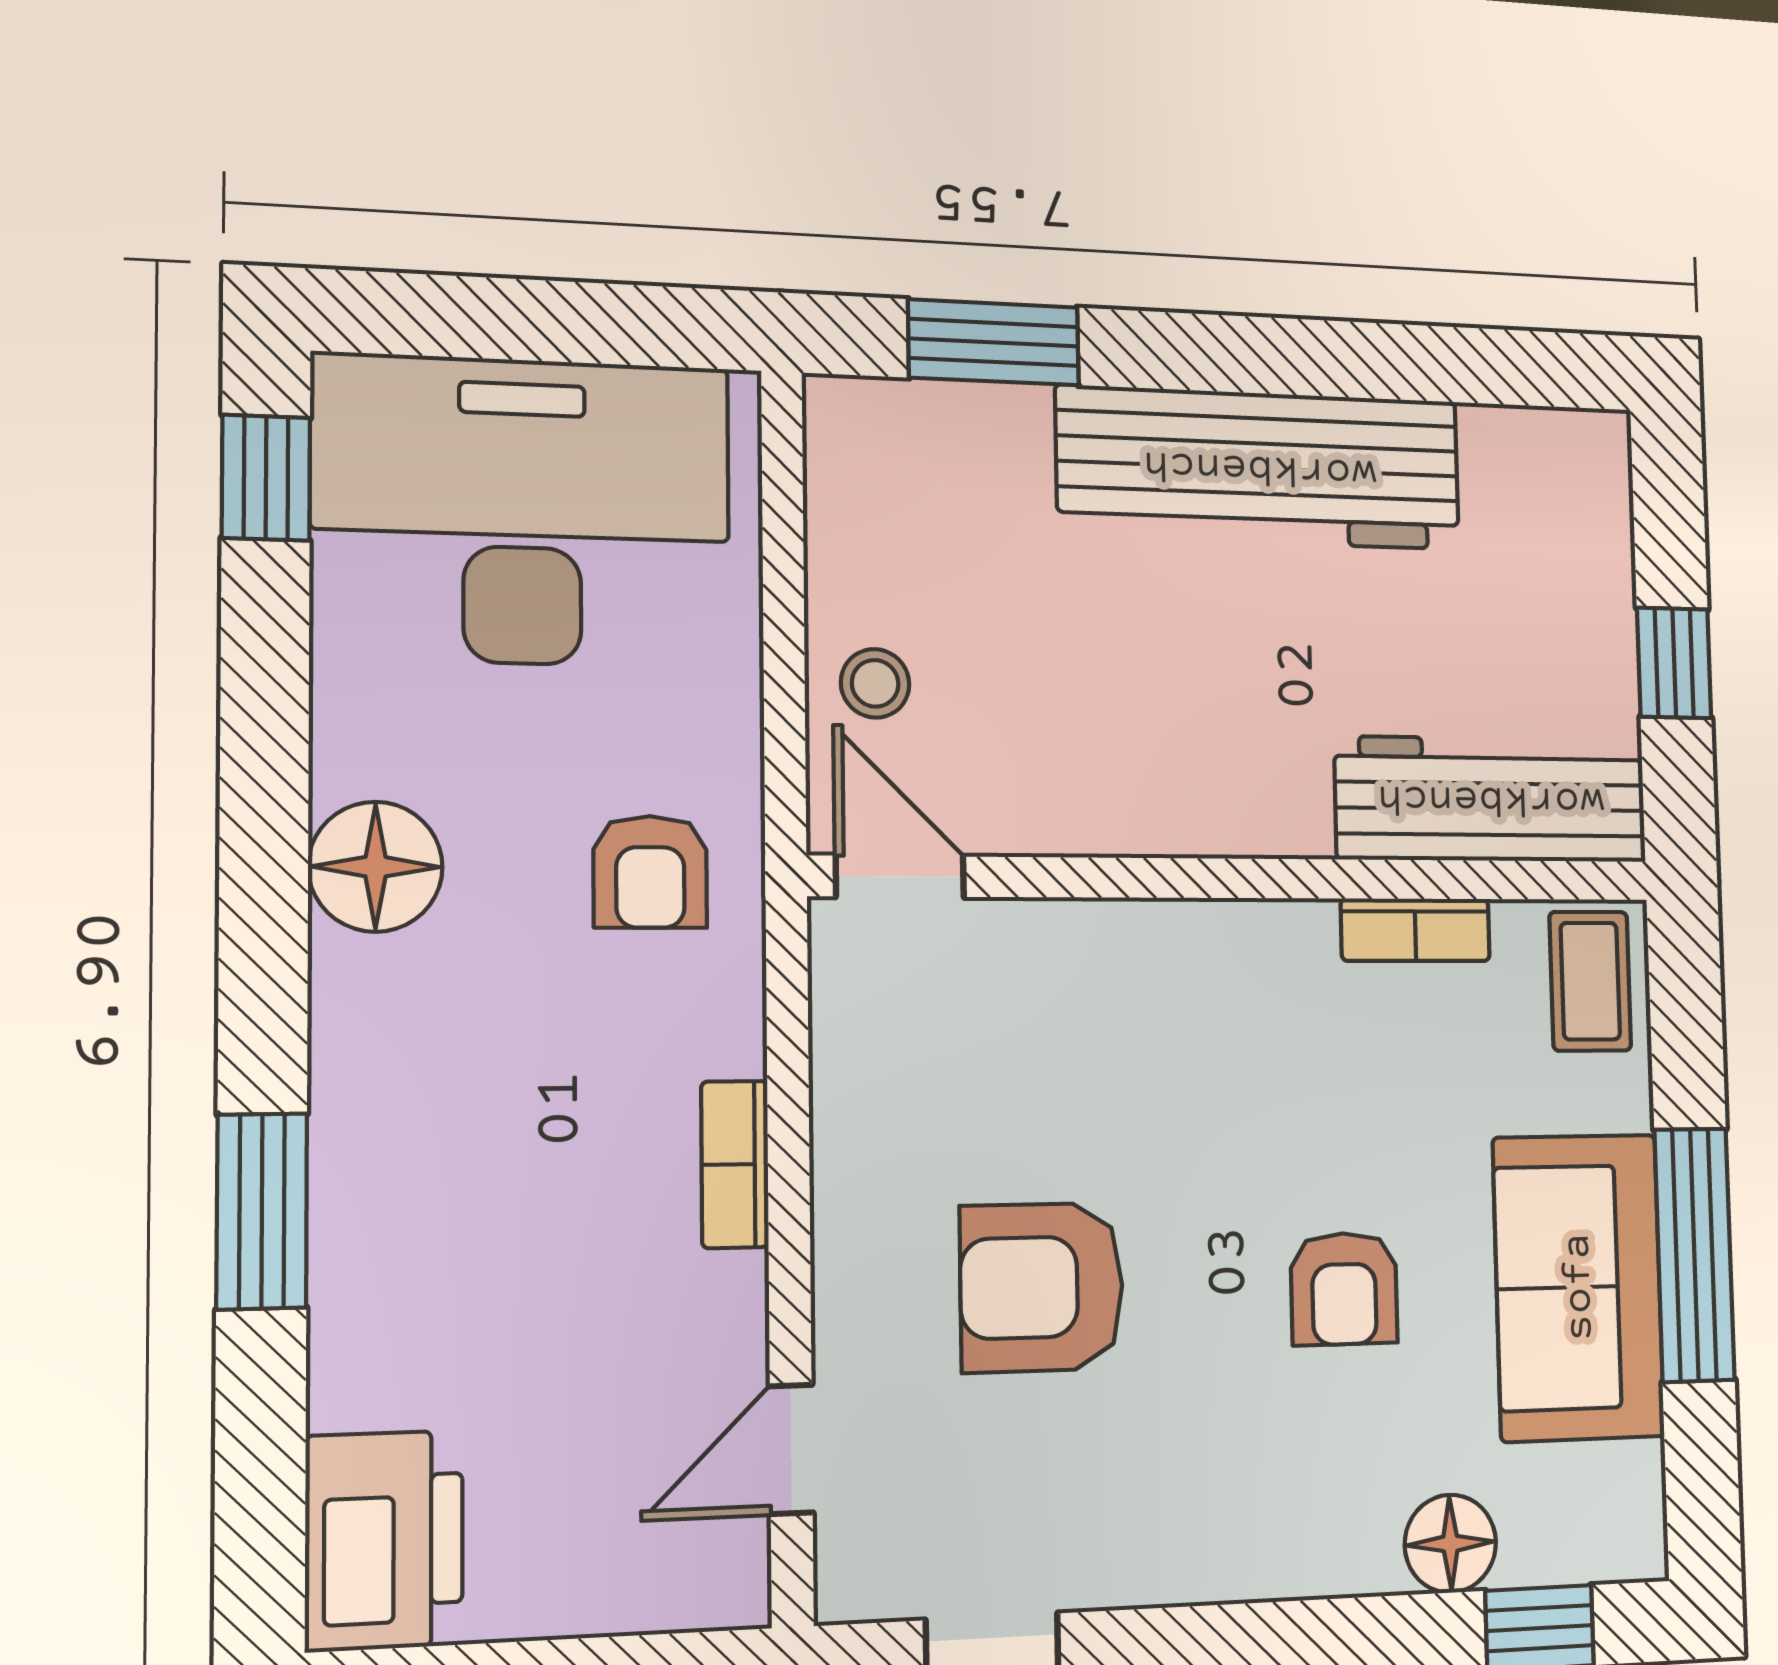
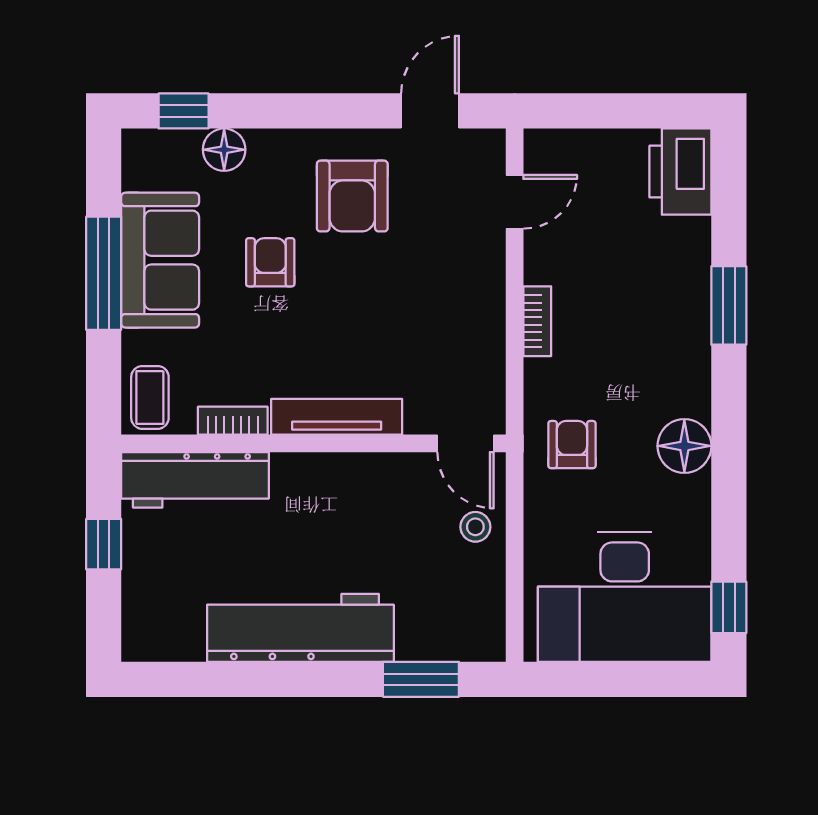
tv unit: (1191, 938) -> (337, 417), added
armchair: (1042, 1287) -> (352, 196), moved, turned 90

